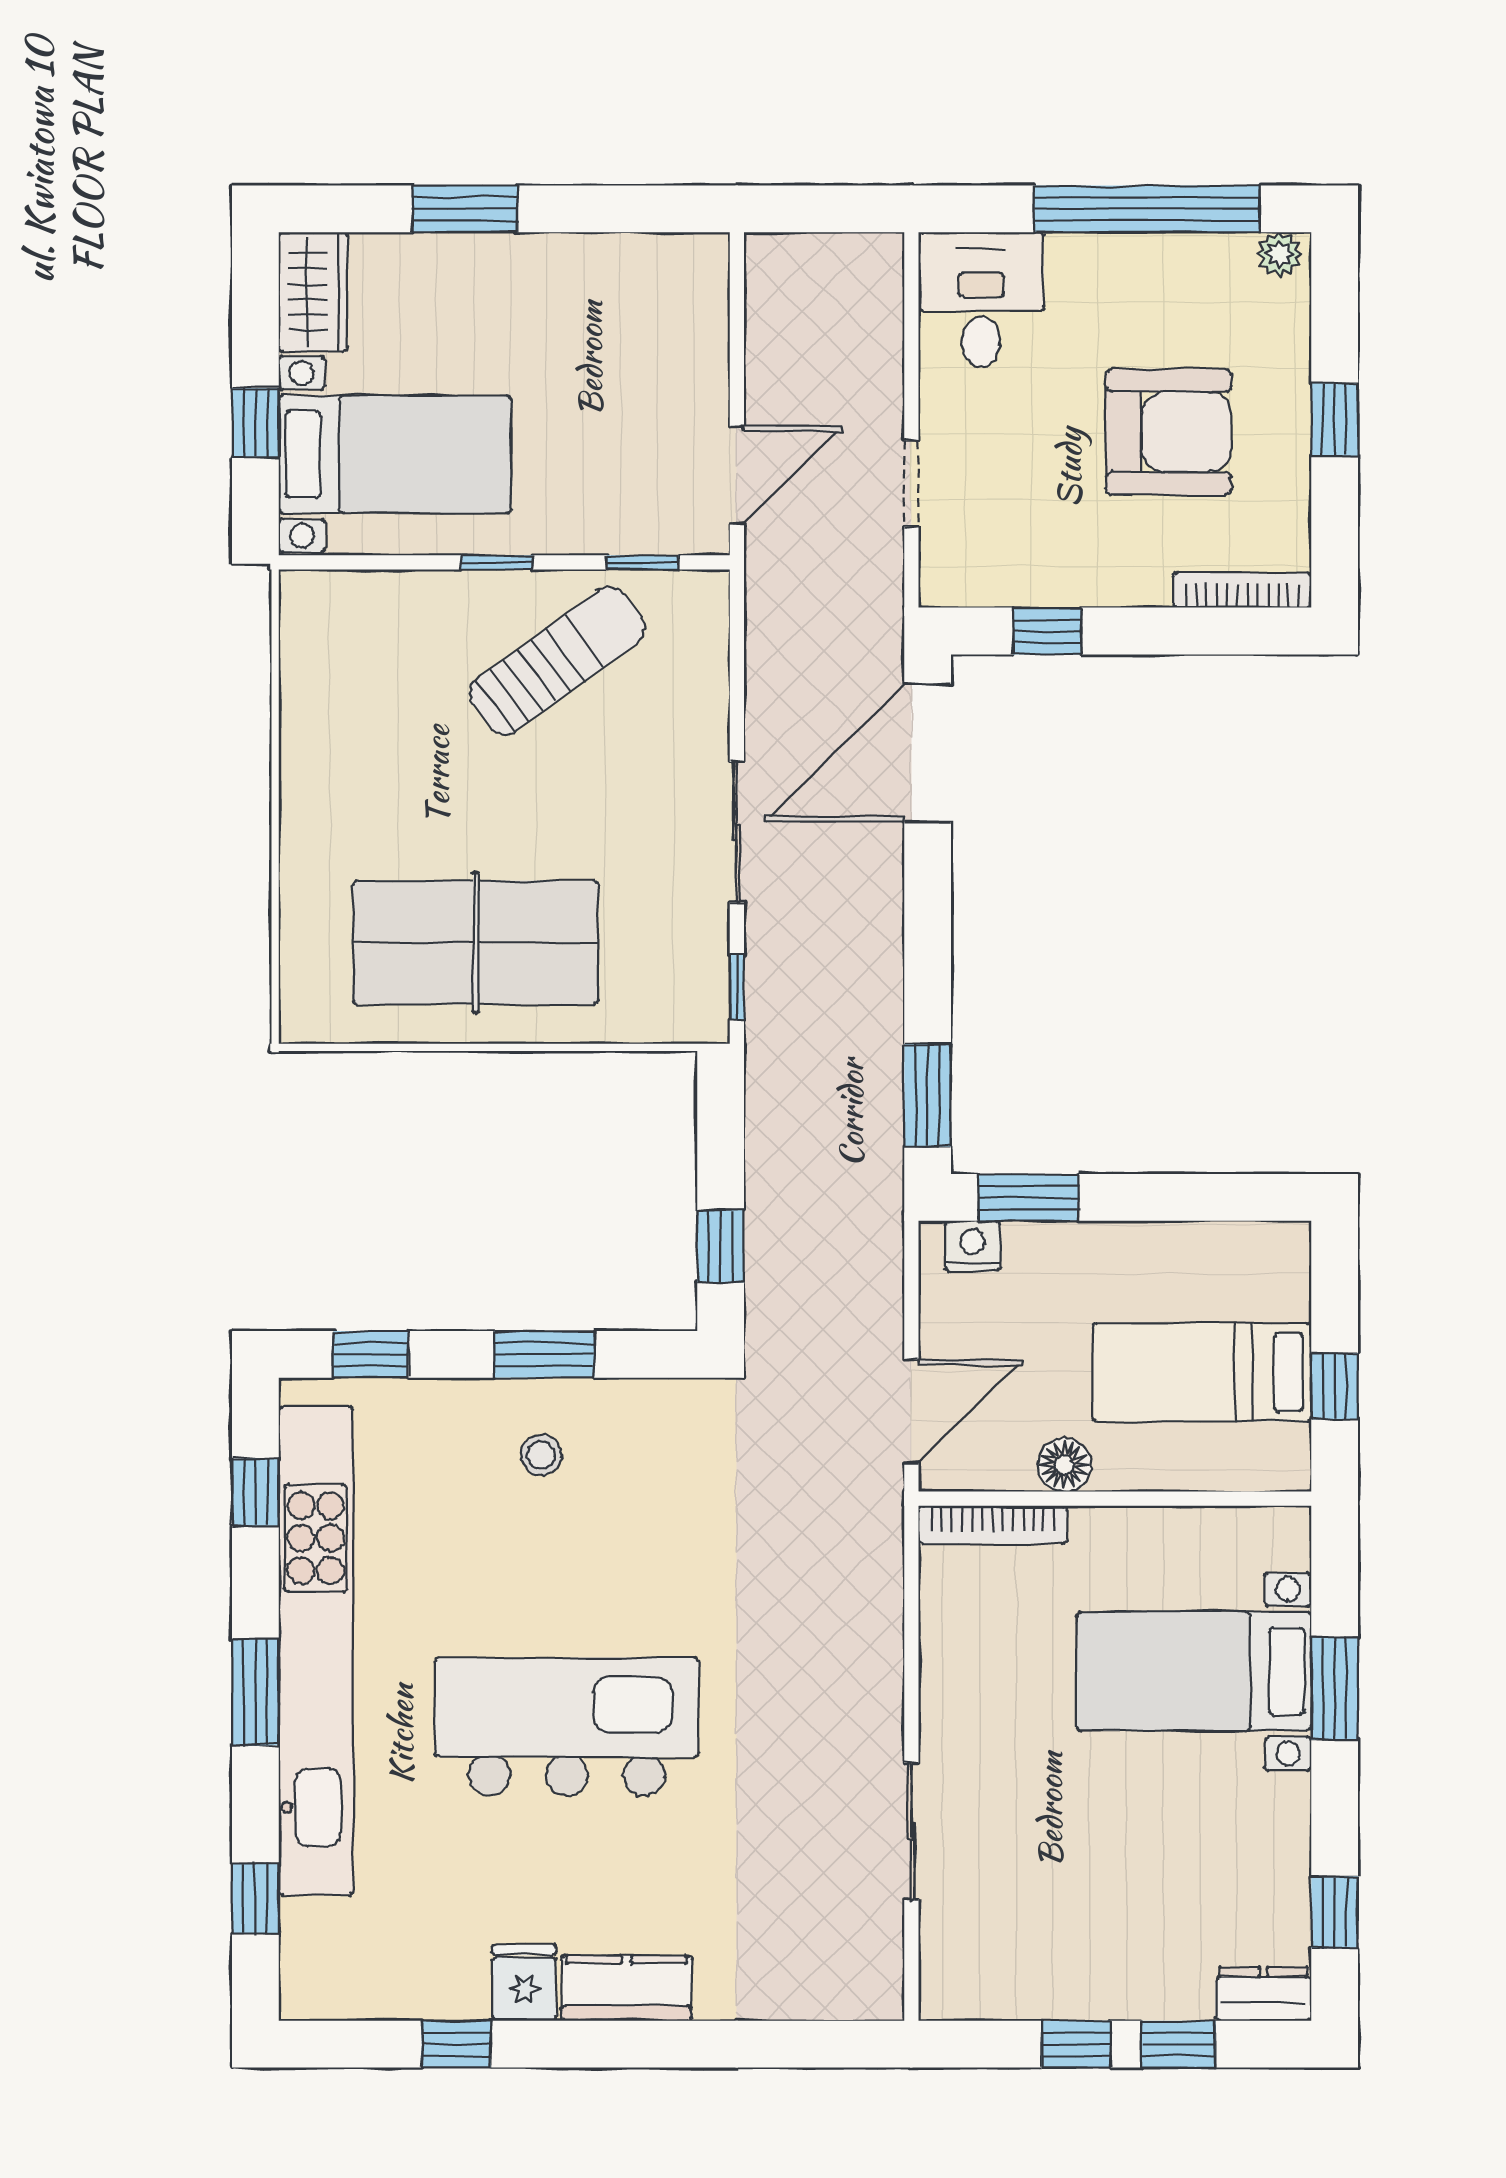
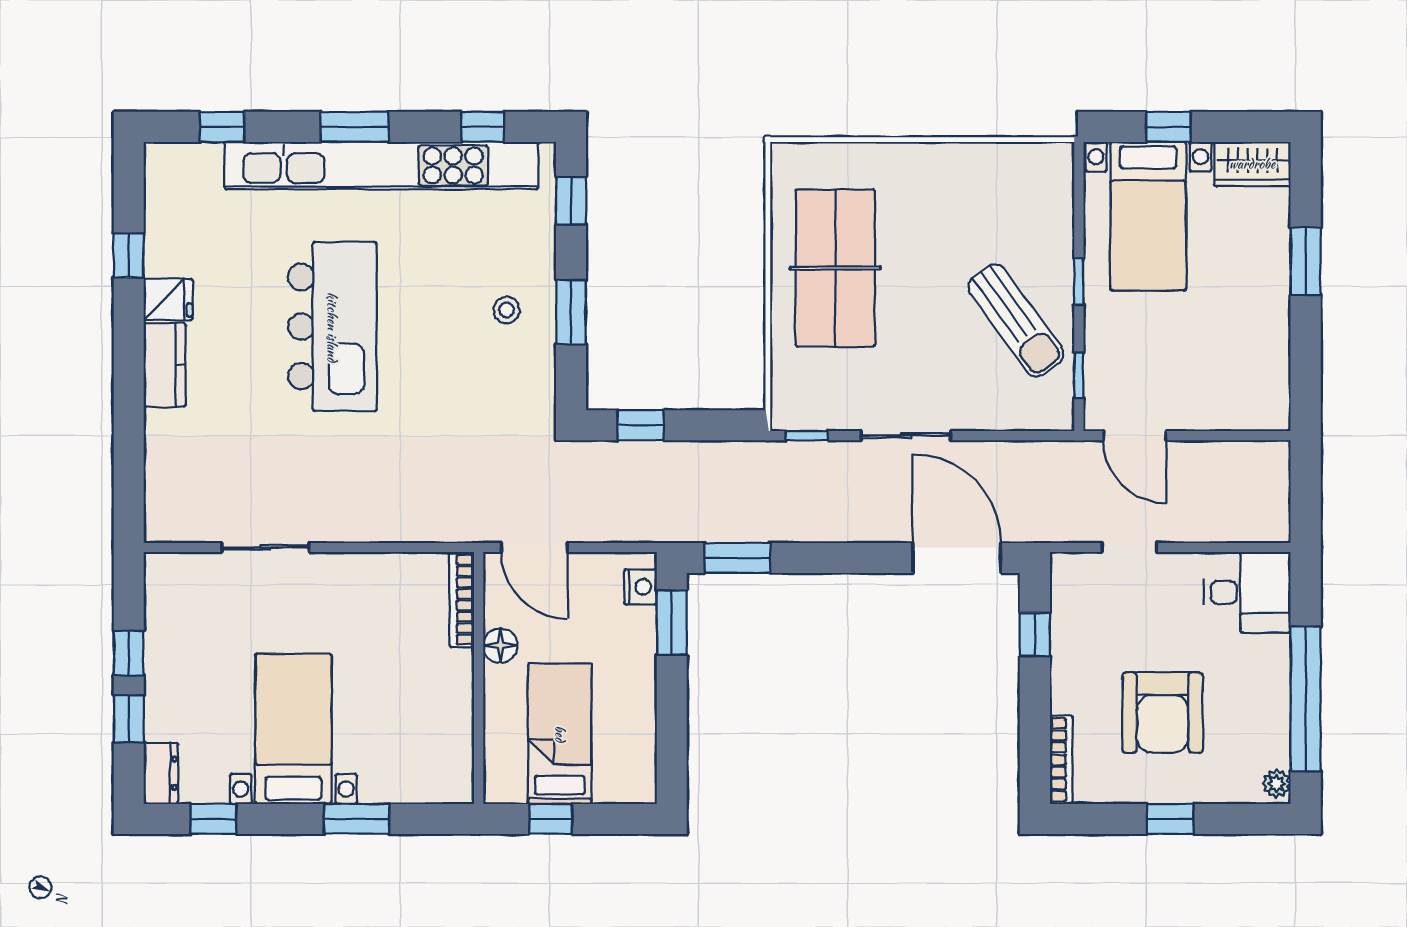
bed with nightstands: (1194, 1671) -> (293, 729), moved

